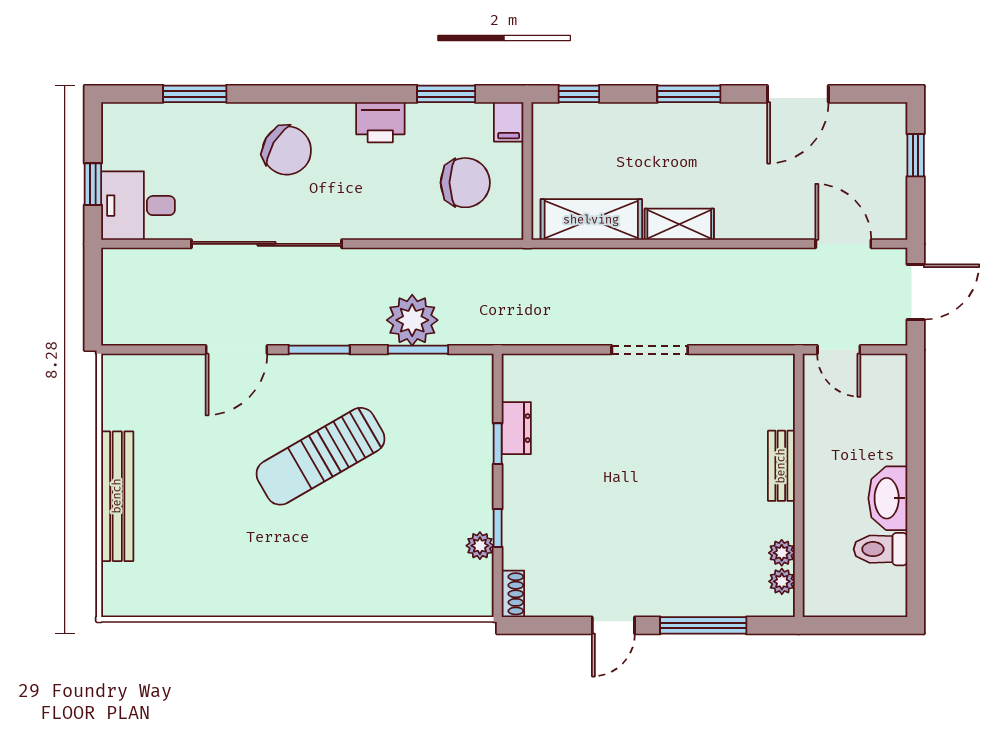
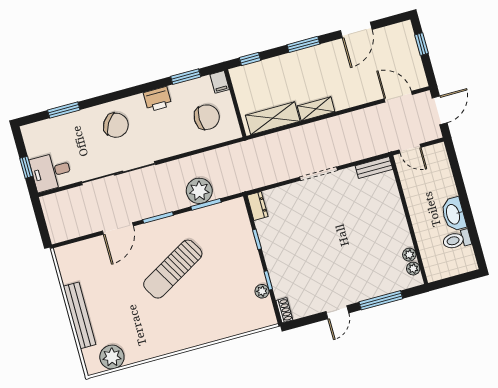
dresser: (516, 428) -> (258, 206), moved
bench: (781, 466) -> (374, 167), moved, turned 90
plant: (158, 593) -> (112, 357), added

